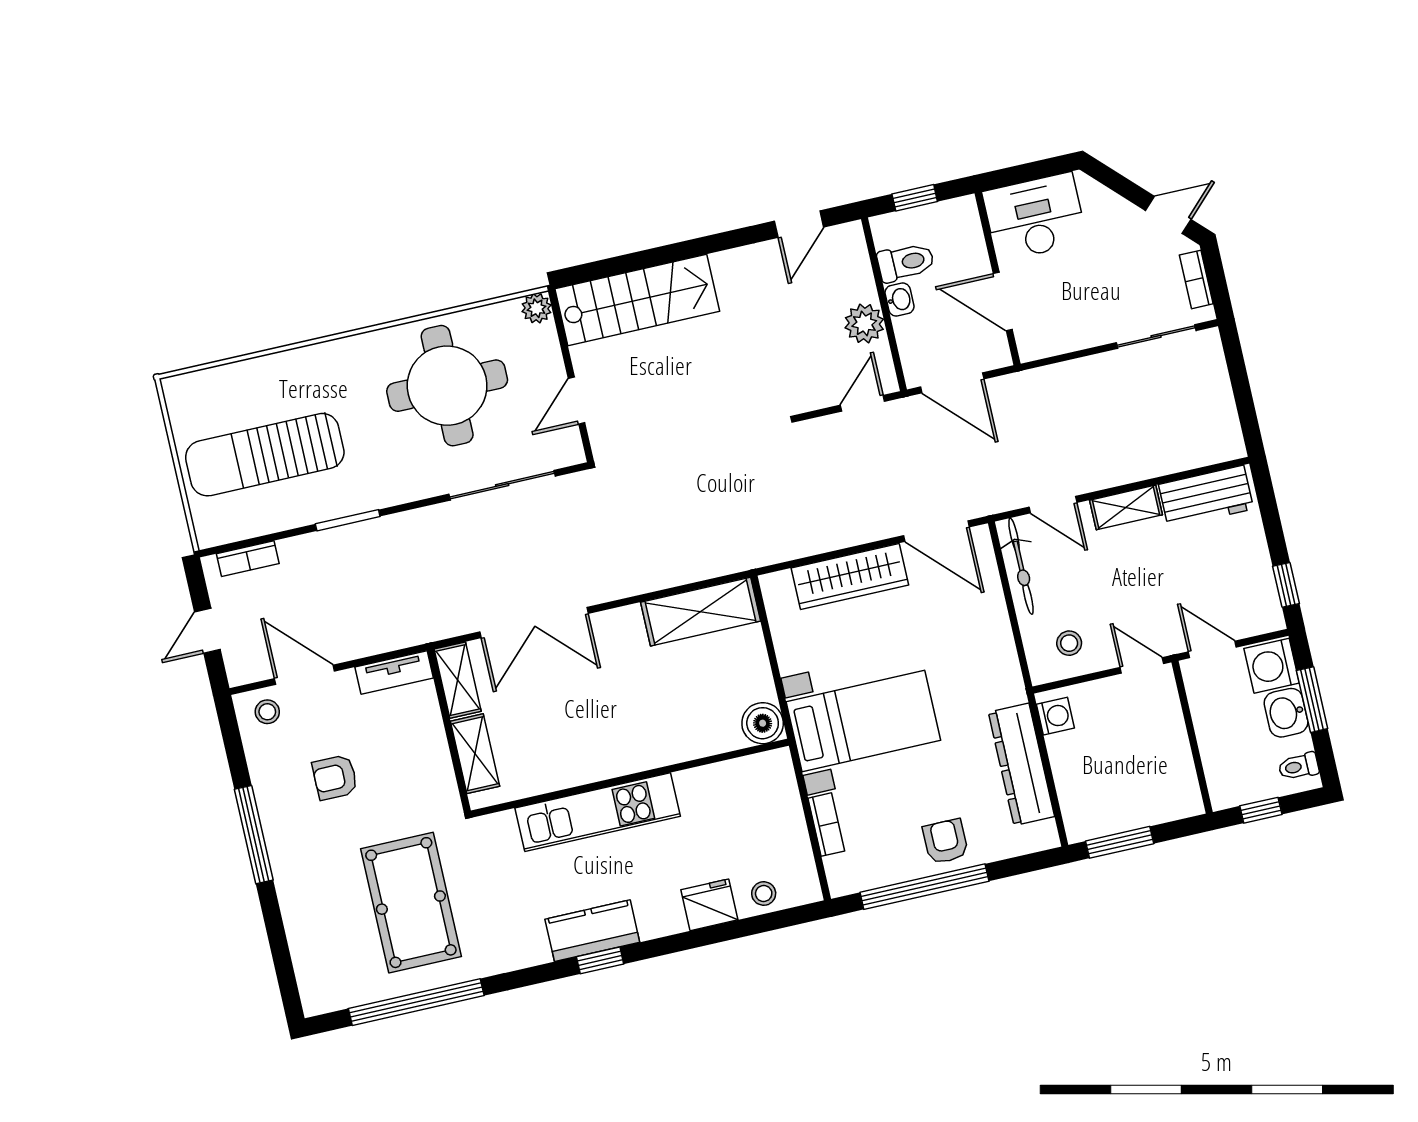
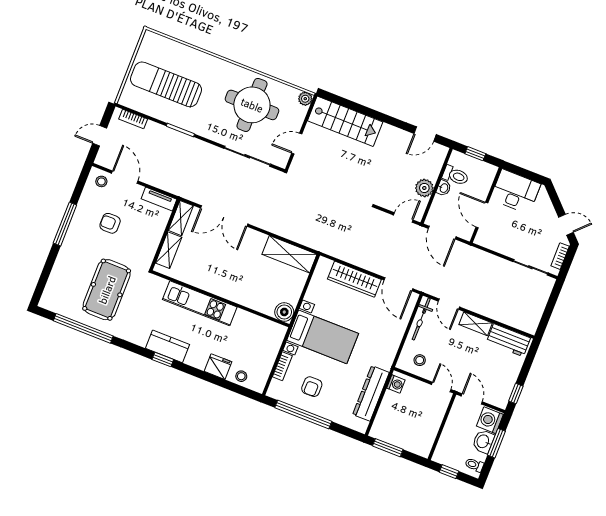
armchair: (945, 841) -> (312, 387), moved, turned 180

